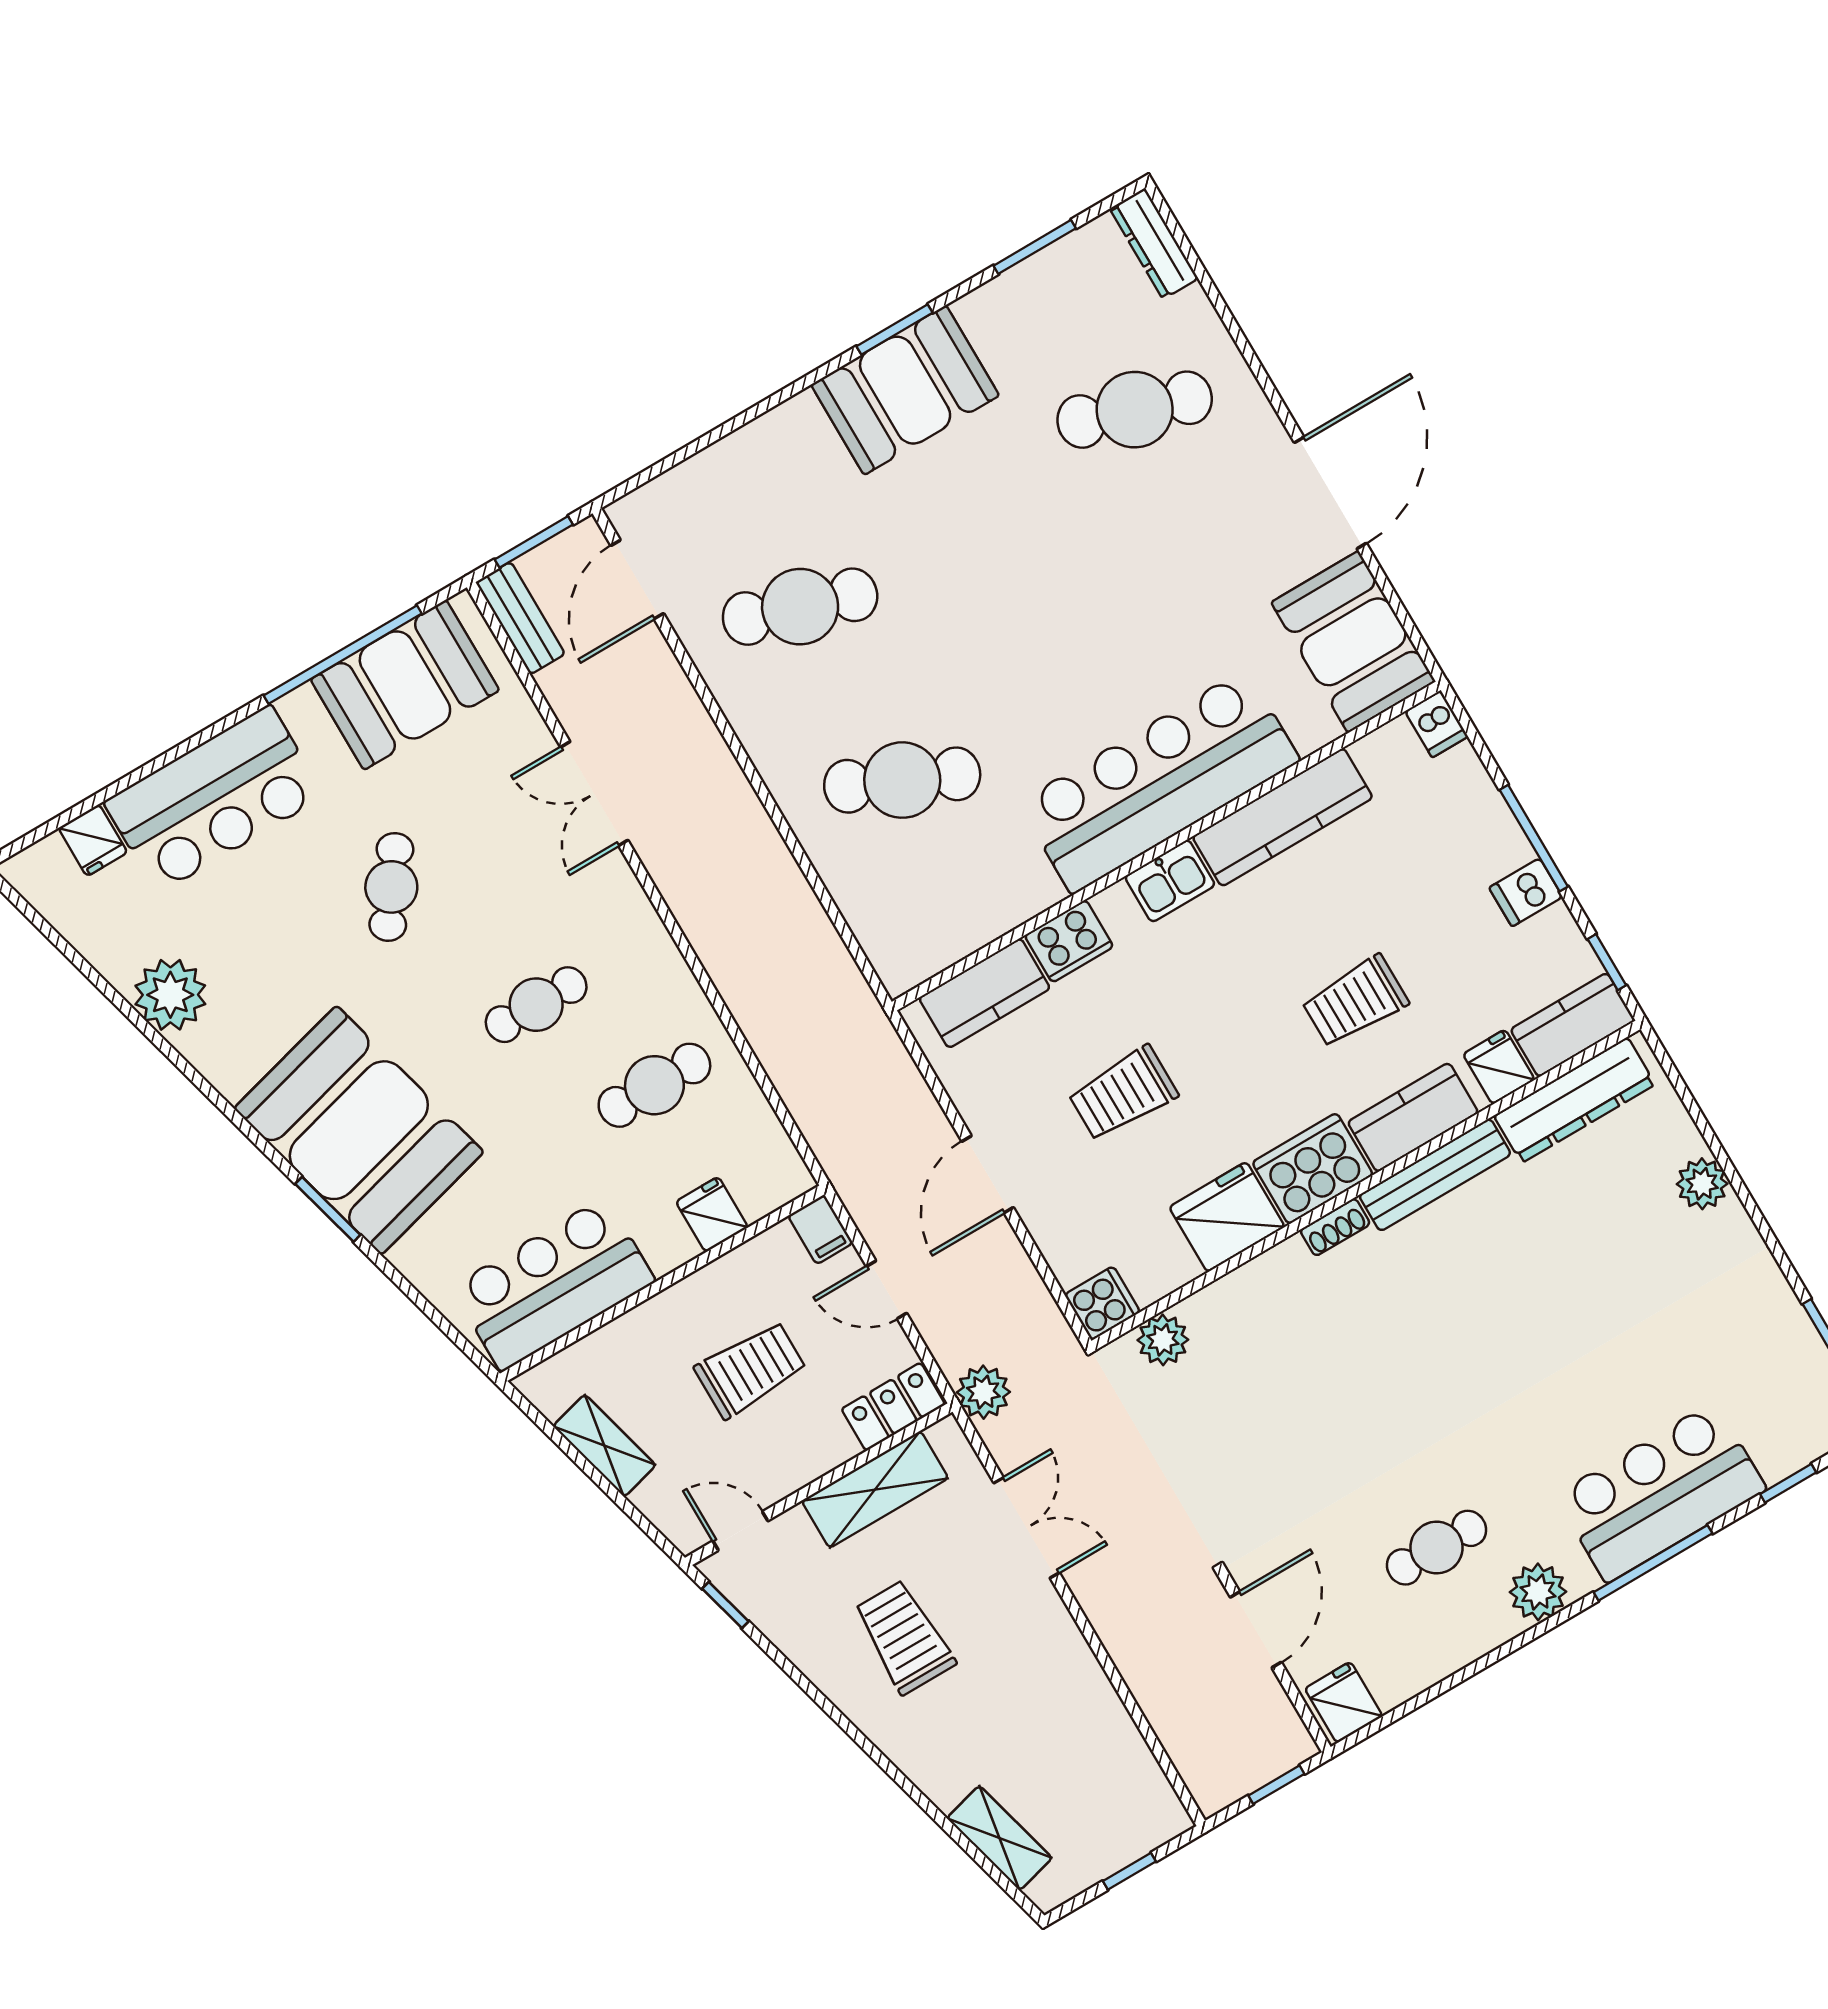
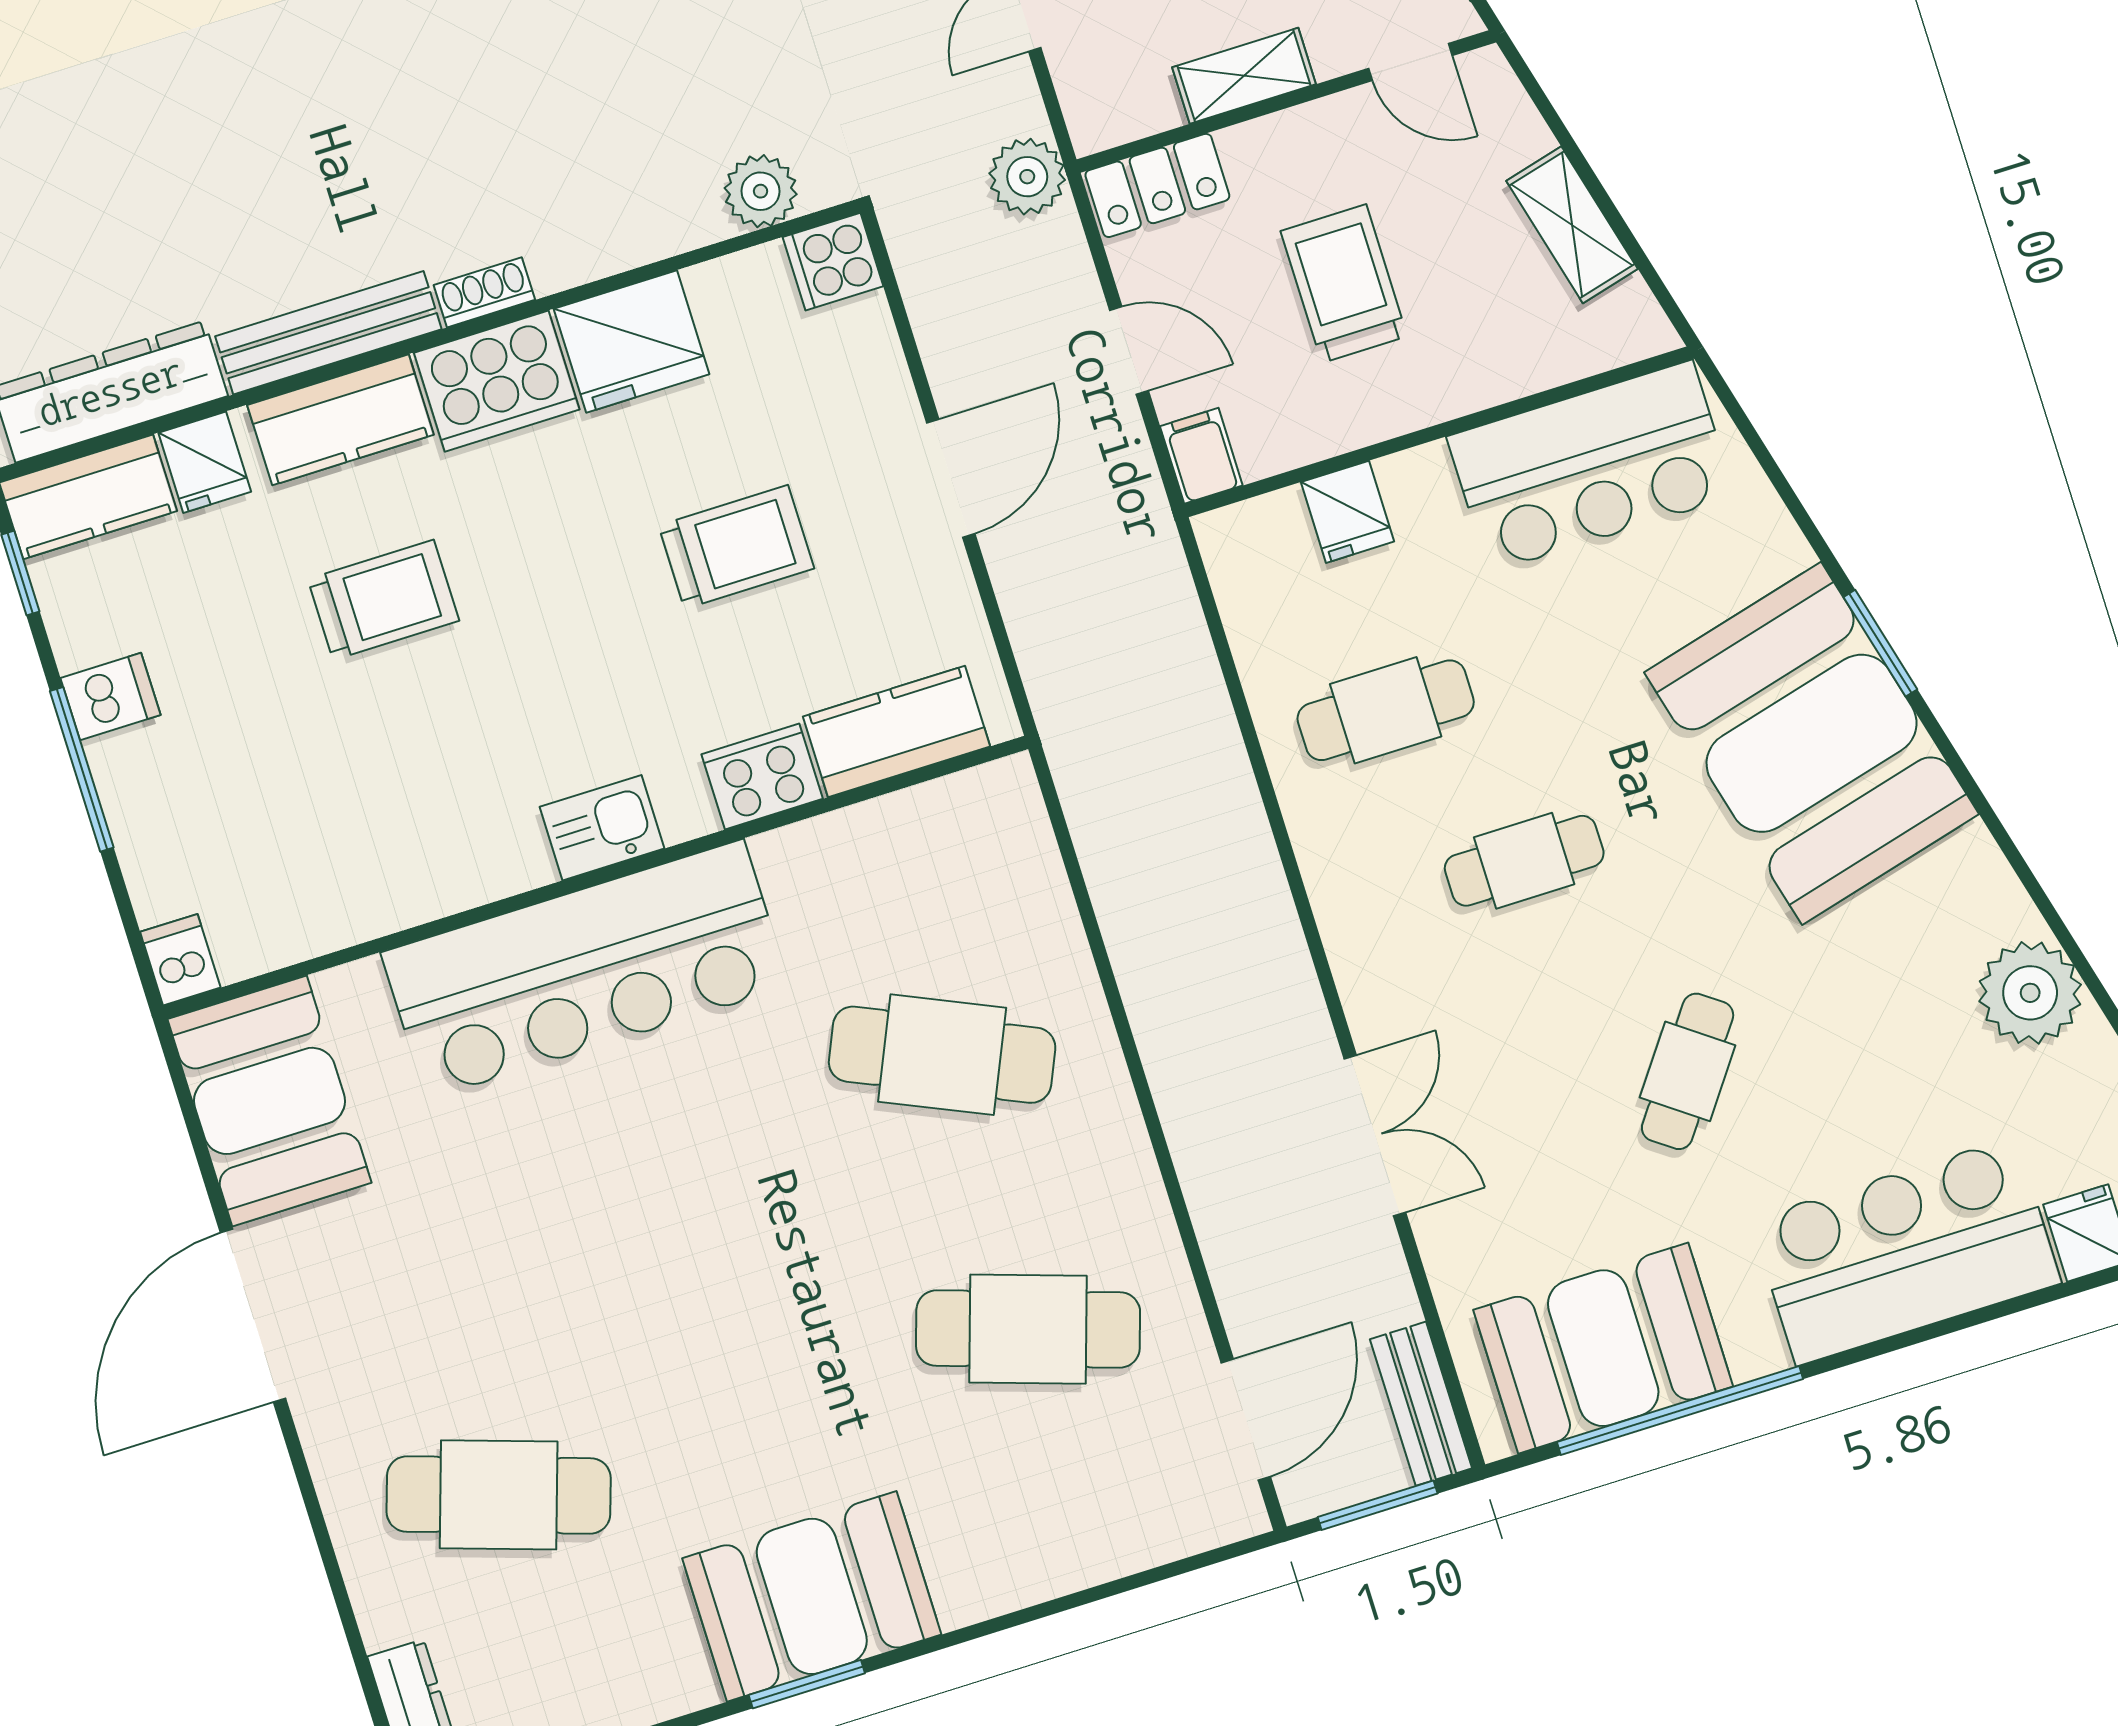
kitchen counter: (1283, 817) -> (425, 880), removed
trolley: (751, 1369) -> (1344, 284), turned 90
shelving: (875, 1489) -> (1244, 76), width x0.67, depth x0.75

